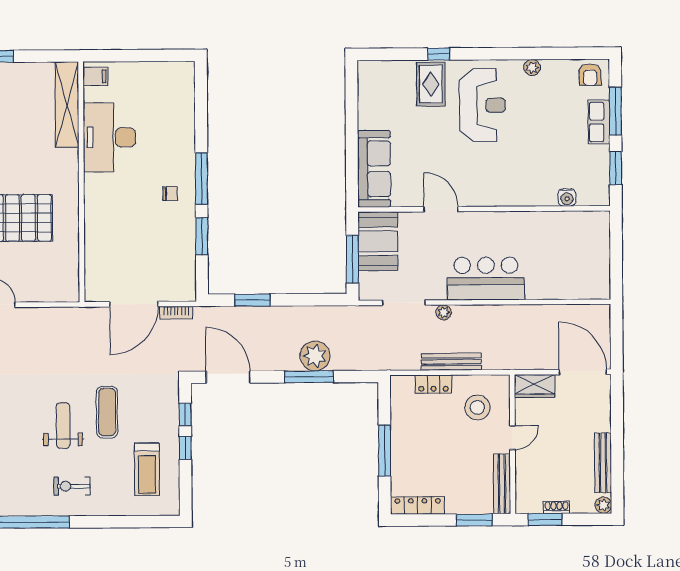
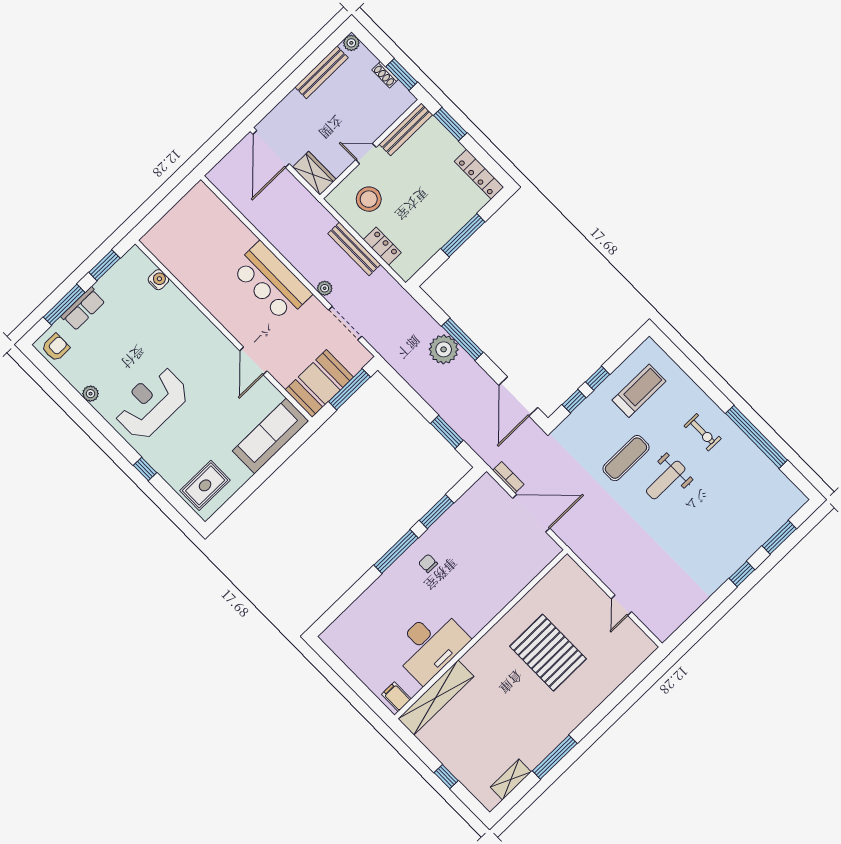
rug: (431, 84) -> (205, 485), moved

